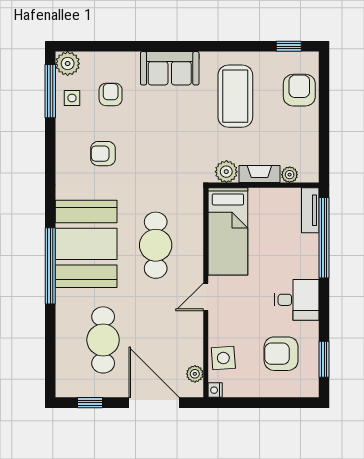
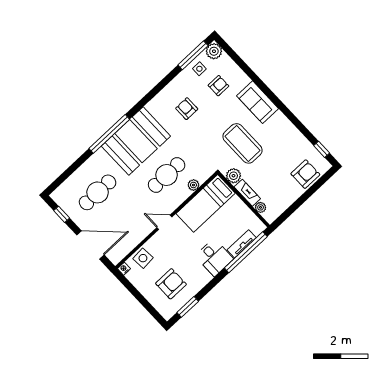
coffee table: (235, 96) -> (242, 143), moved, turned 90
tv unit: (310, 210) -> (242, 244), moved
desk: (297, 300) -> (214, 257), moved
armchair: (281, 354) -> (171, 284), turned 90
plant: (195, 374) -> (193, 185), moved
door: (154, 403) -> (90, 245), hinge flipped

